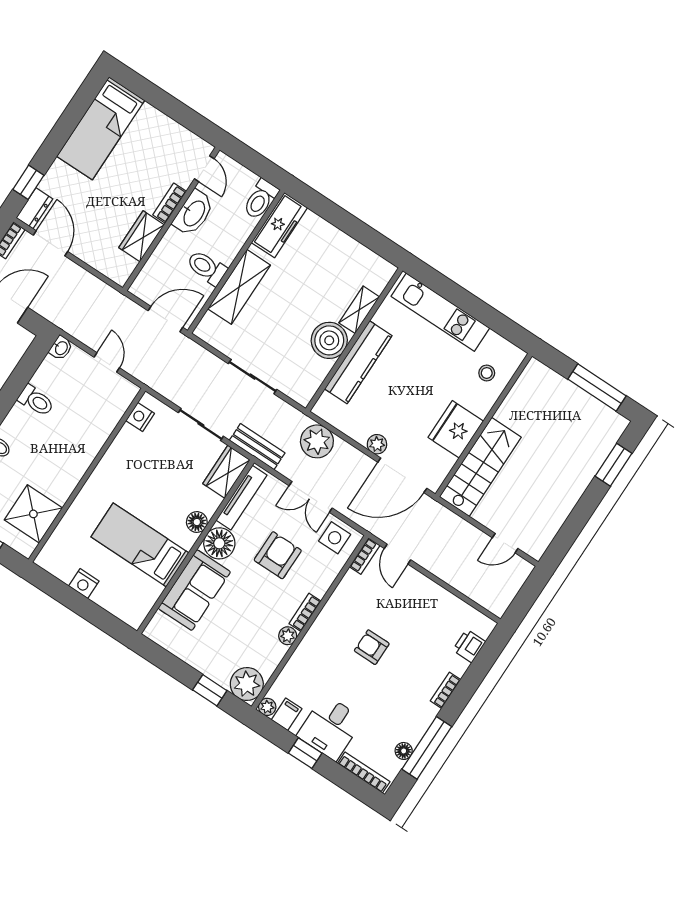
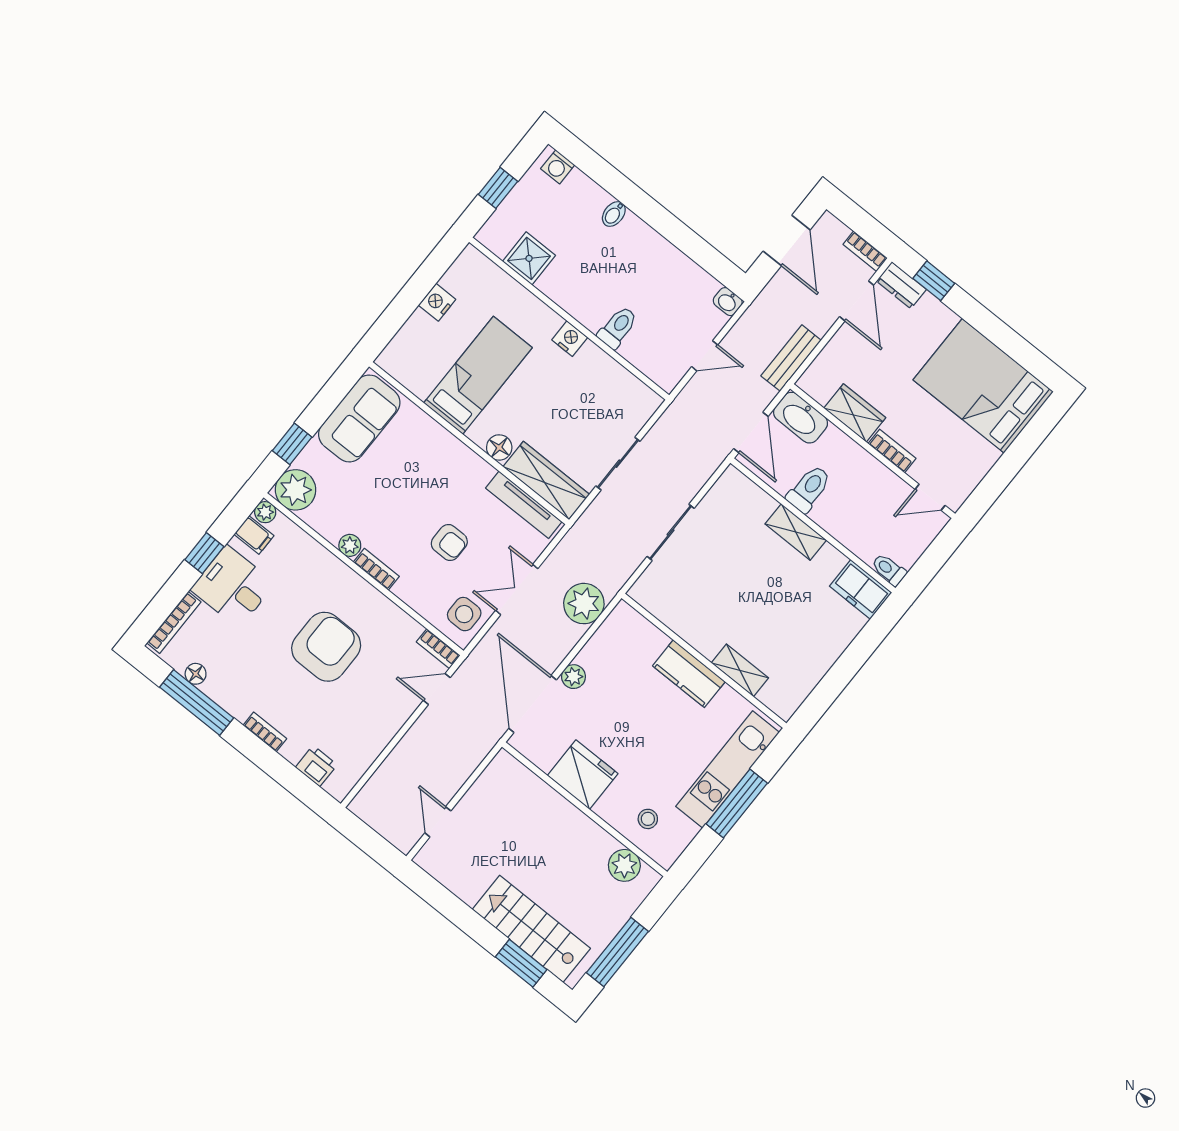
bed: (101, 128) -> (983, 386), width x1.50
toilet: (261, 199) -> (889, 570), width x0.73, depth x0.72
washbasin: (194, 213) -> (801, 418), moved
freezer: (279, 225) -> (861, 589), width x0.71
door: (51, 243) -> (857, 301), hinge flipped
shelving: (239, 287) -> (796, 532), width x0.67, depth x0.75
window: (467, 302) -> (737, 803), added
boiler: (329, 340) -> (706, 630), removed
kitchen counter: (358, 362) -> (689, 674), width x0.67
plant: (526, 388) -> (624, 865), added
toilet: (36, 401) -> (618, 327), moved, turned 180
nightstand: (140, 417) -> (570, 339), moved
bench: (257, 447) -> (791, 358), moved
stairs: (480, 467) -> (531, 929), moved, turned 180
wardrobe: (226, 472) -> (546, 481), width x1.50
shower: (33, 514) -> (529, 258), width x0.73, depth x0.73
floor lamp: (219, 543) -> (471, 472), removed
armchair: (278, 555) -> (449, 543), width x0.72, depth x0.72
sofa: (194, 590) -> (359, 418), moved, turned -90
armchair: (372, 647) -> (326, 647), width x1.88, depth x1.88

